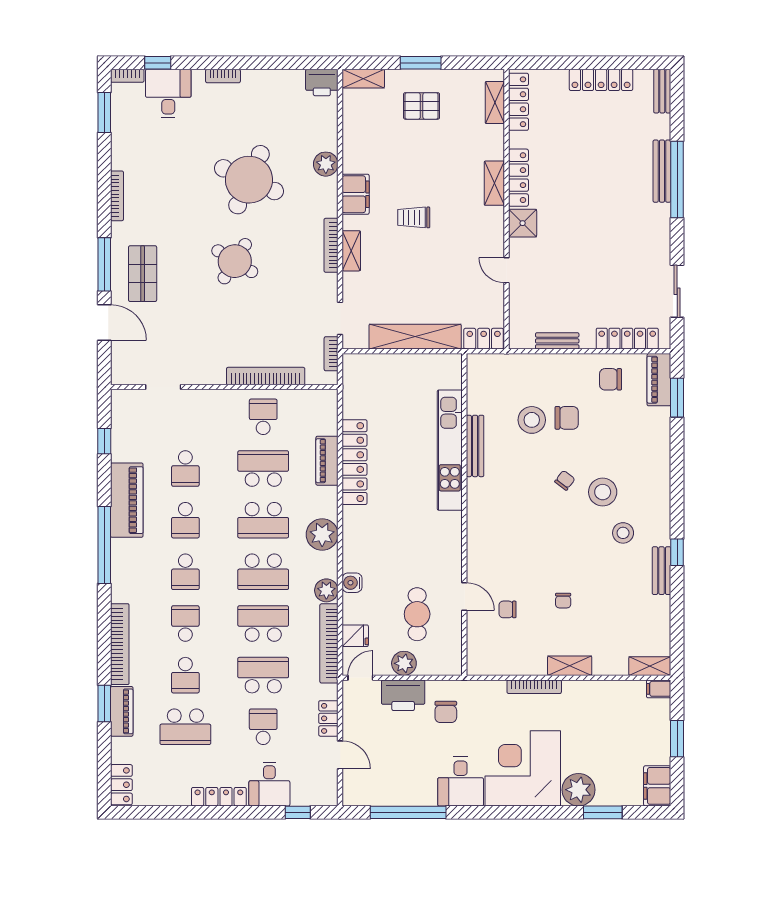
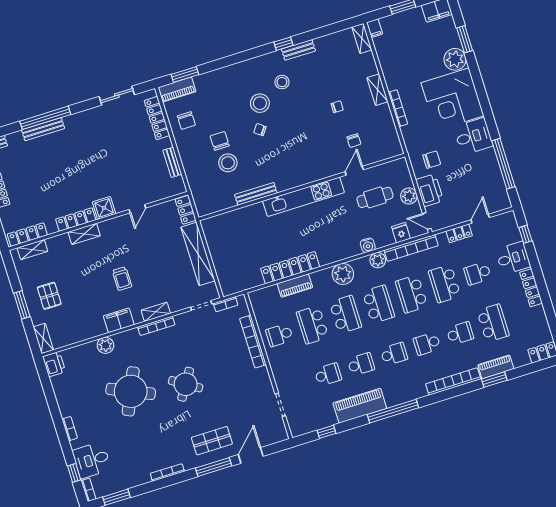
kitchen unit: (450, 450) -> (304, 197), moved

